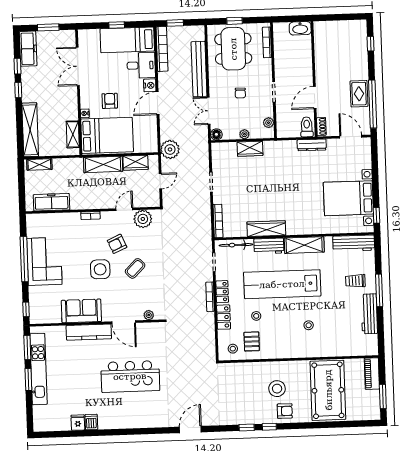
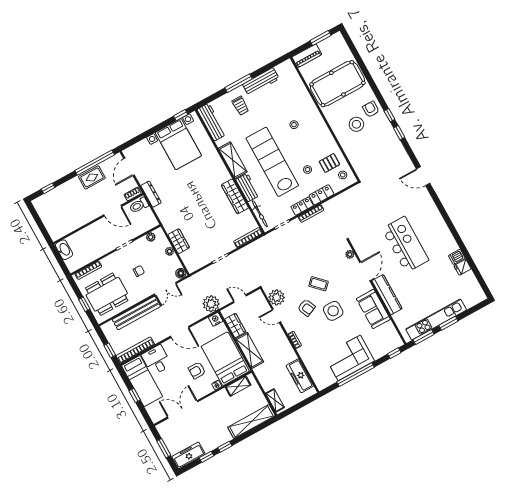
double door: (78, 66) -> (183, 409), swing flipped
nightstand: (150, 85) -> (216, 319), moved
lab bench: (282, 284) -> (272, 162), turned 180

